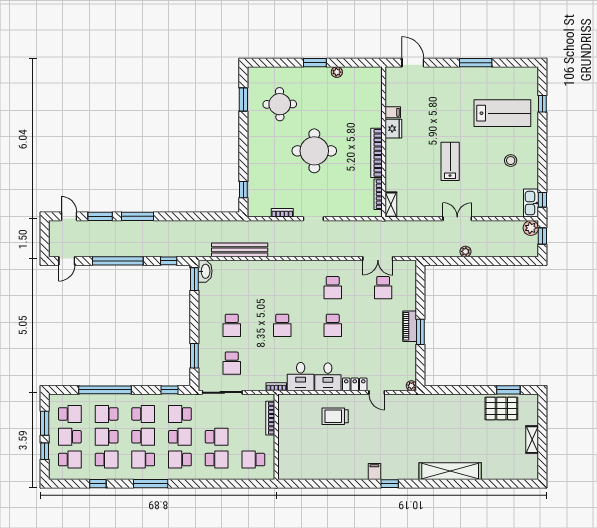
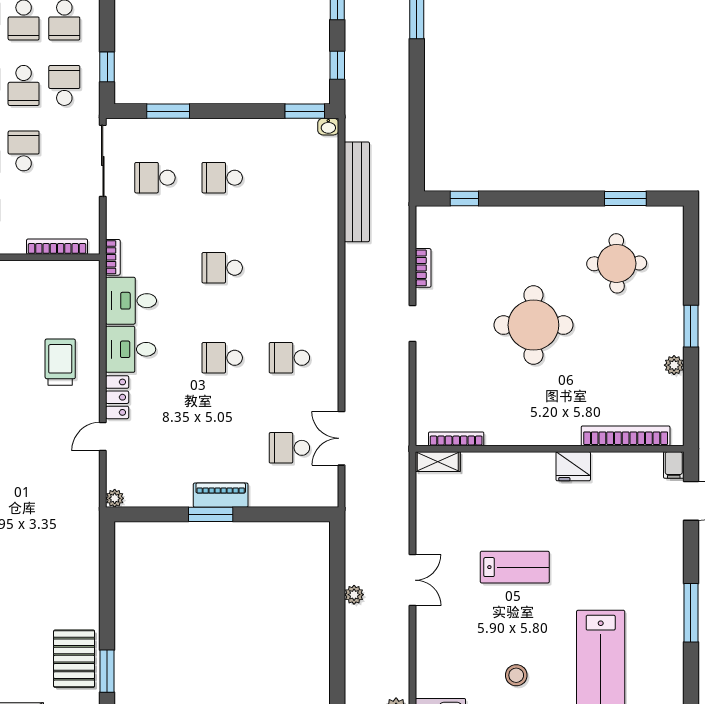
filing cabinet: (393, 112) -> (674, 465), moved
bookcase: (376, 153) -> (626, 436), moved
washbasin: (205, 271) -> (328, 127), width x0.52, depth x0.69
school desk: (217, 437) -> (24, 151), turned 180

